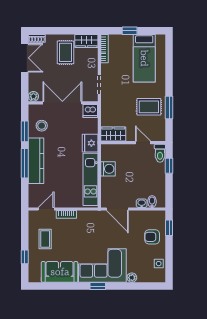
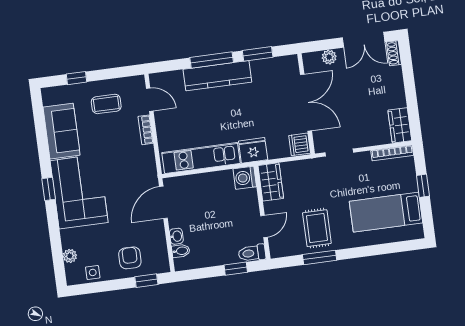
rug: (65, 52) -> (379, 97), removed
plant: (33, 96) -> (329, 57), moved
stool: (42, 126) -> (269, 77), removed
washing machine: (108, 169) -> (245, 178), moved, turned 90
plant: (132, 278) -> (70, 256), moved

